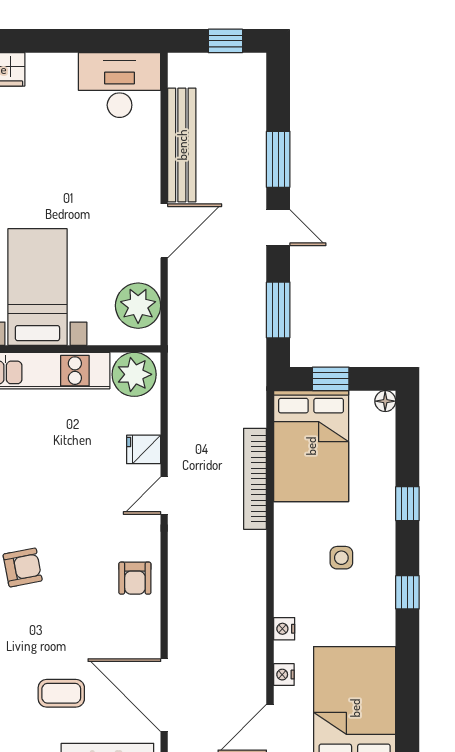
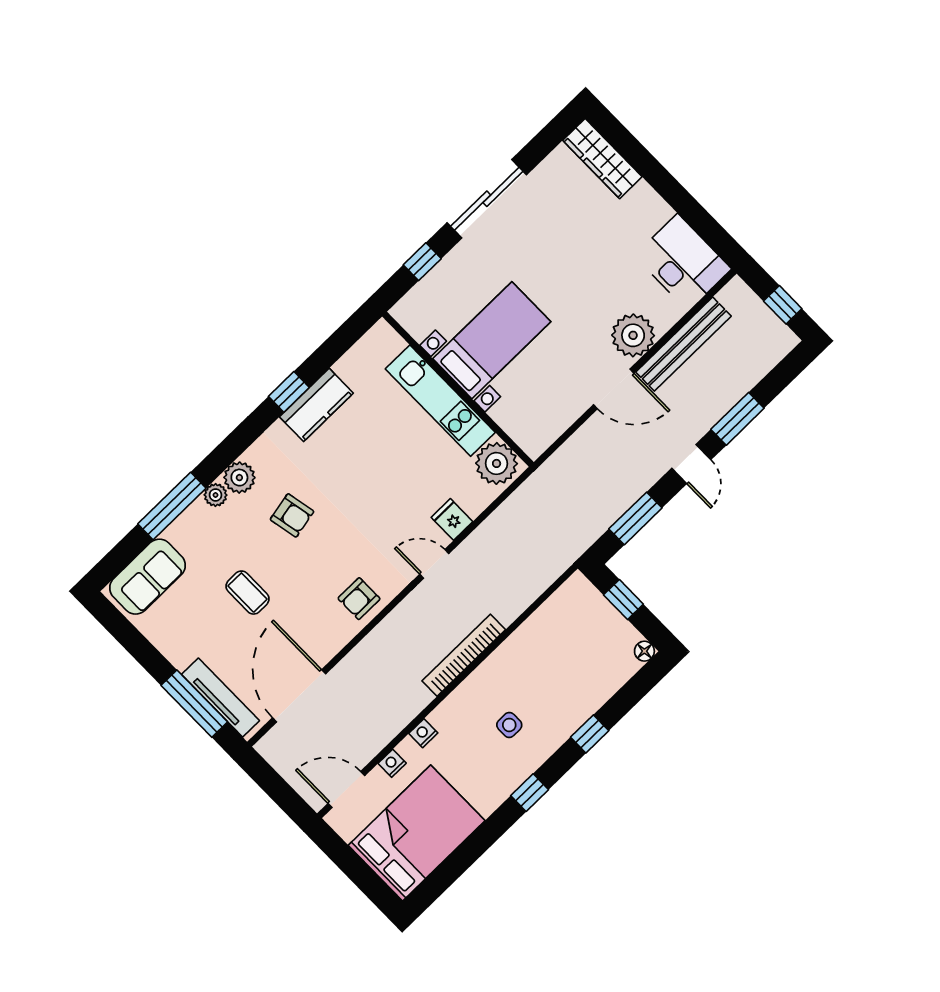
plant: (138, 306) -> (633, 335), moved
bed: (311, 446) -> (565, 631), removed
bookcase: (255, 479) -> (464, 655), moved
coffee table: (61, 693) -> (247, 593), moved

